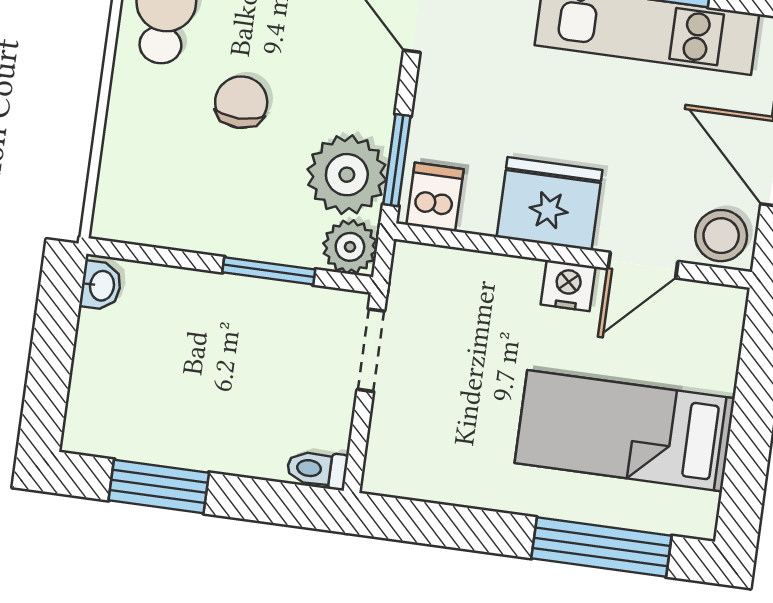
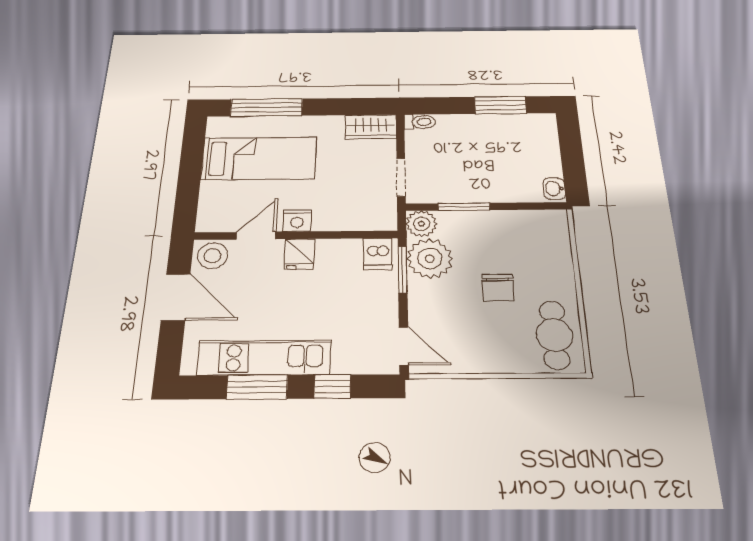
fridge: (550, 204) -> (299, 254), width x0.53, depth x0.75
wardrobe: (410, 472) -> (371, 127), added

